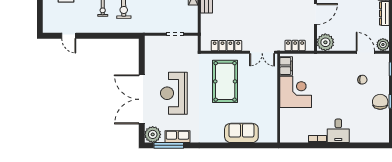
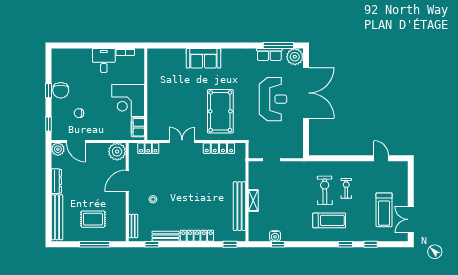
filing cabinet: (286, 66) -> (138, 127), moved
corner desk: (296, 92) -> (128, 100), moved
wall: (279, 98) -> (146, 94), moved

